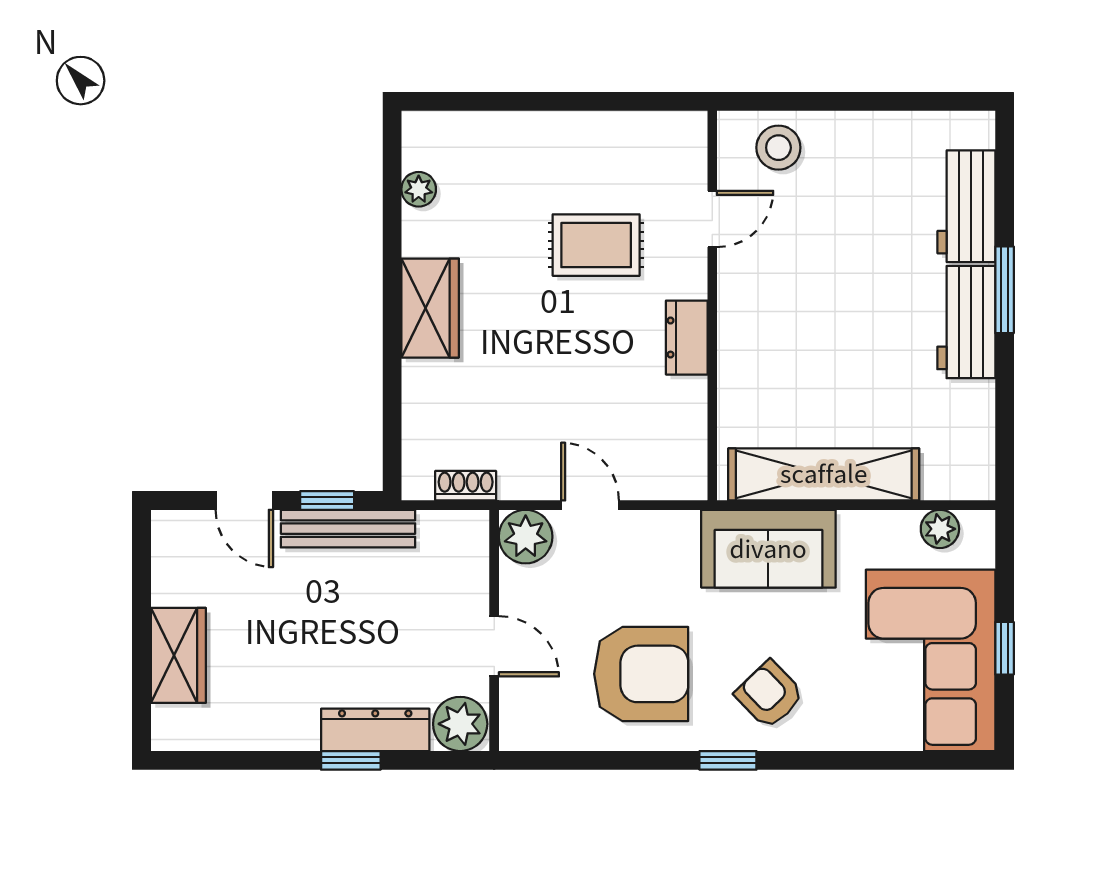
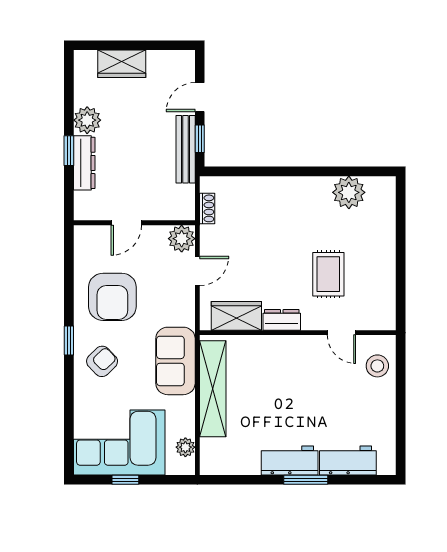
plant: (419, 189) -> (349, 192), width x1.88, depth x1.88
wardrobe: (430, 308) -> (236, 316), moved, turned 180
plant: (460, 724) -> (87, 120), moved

